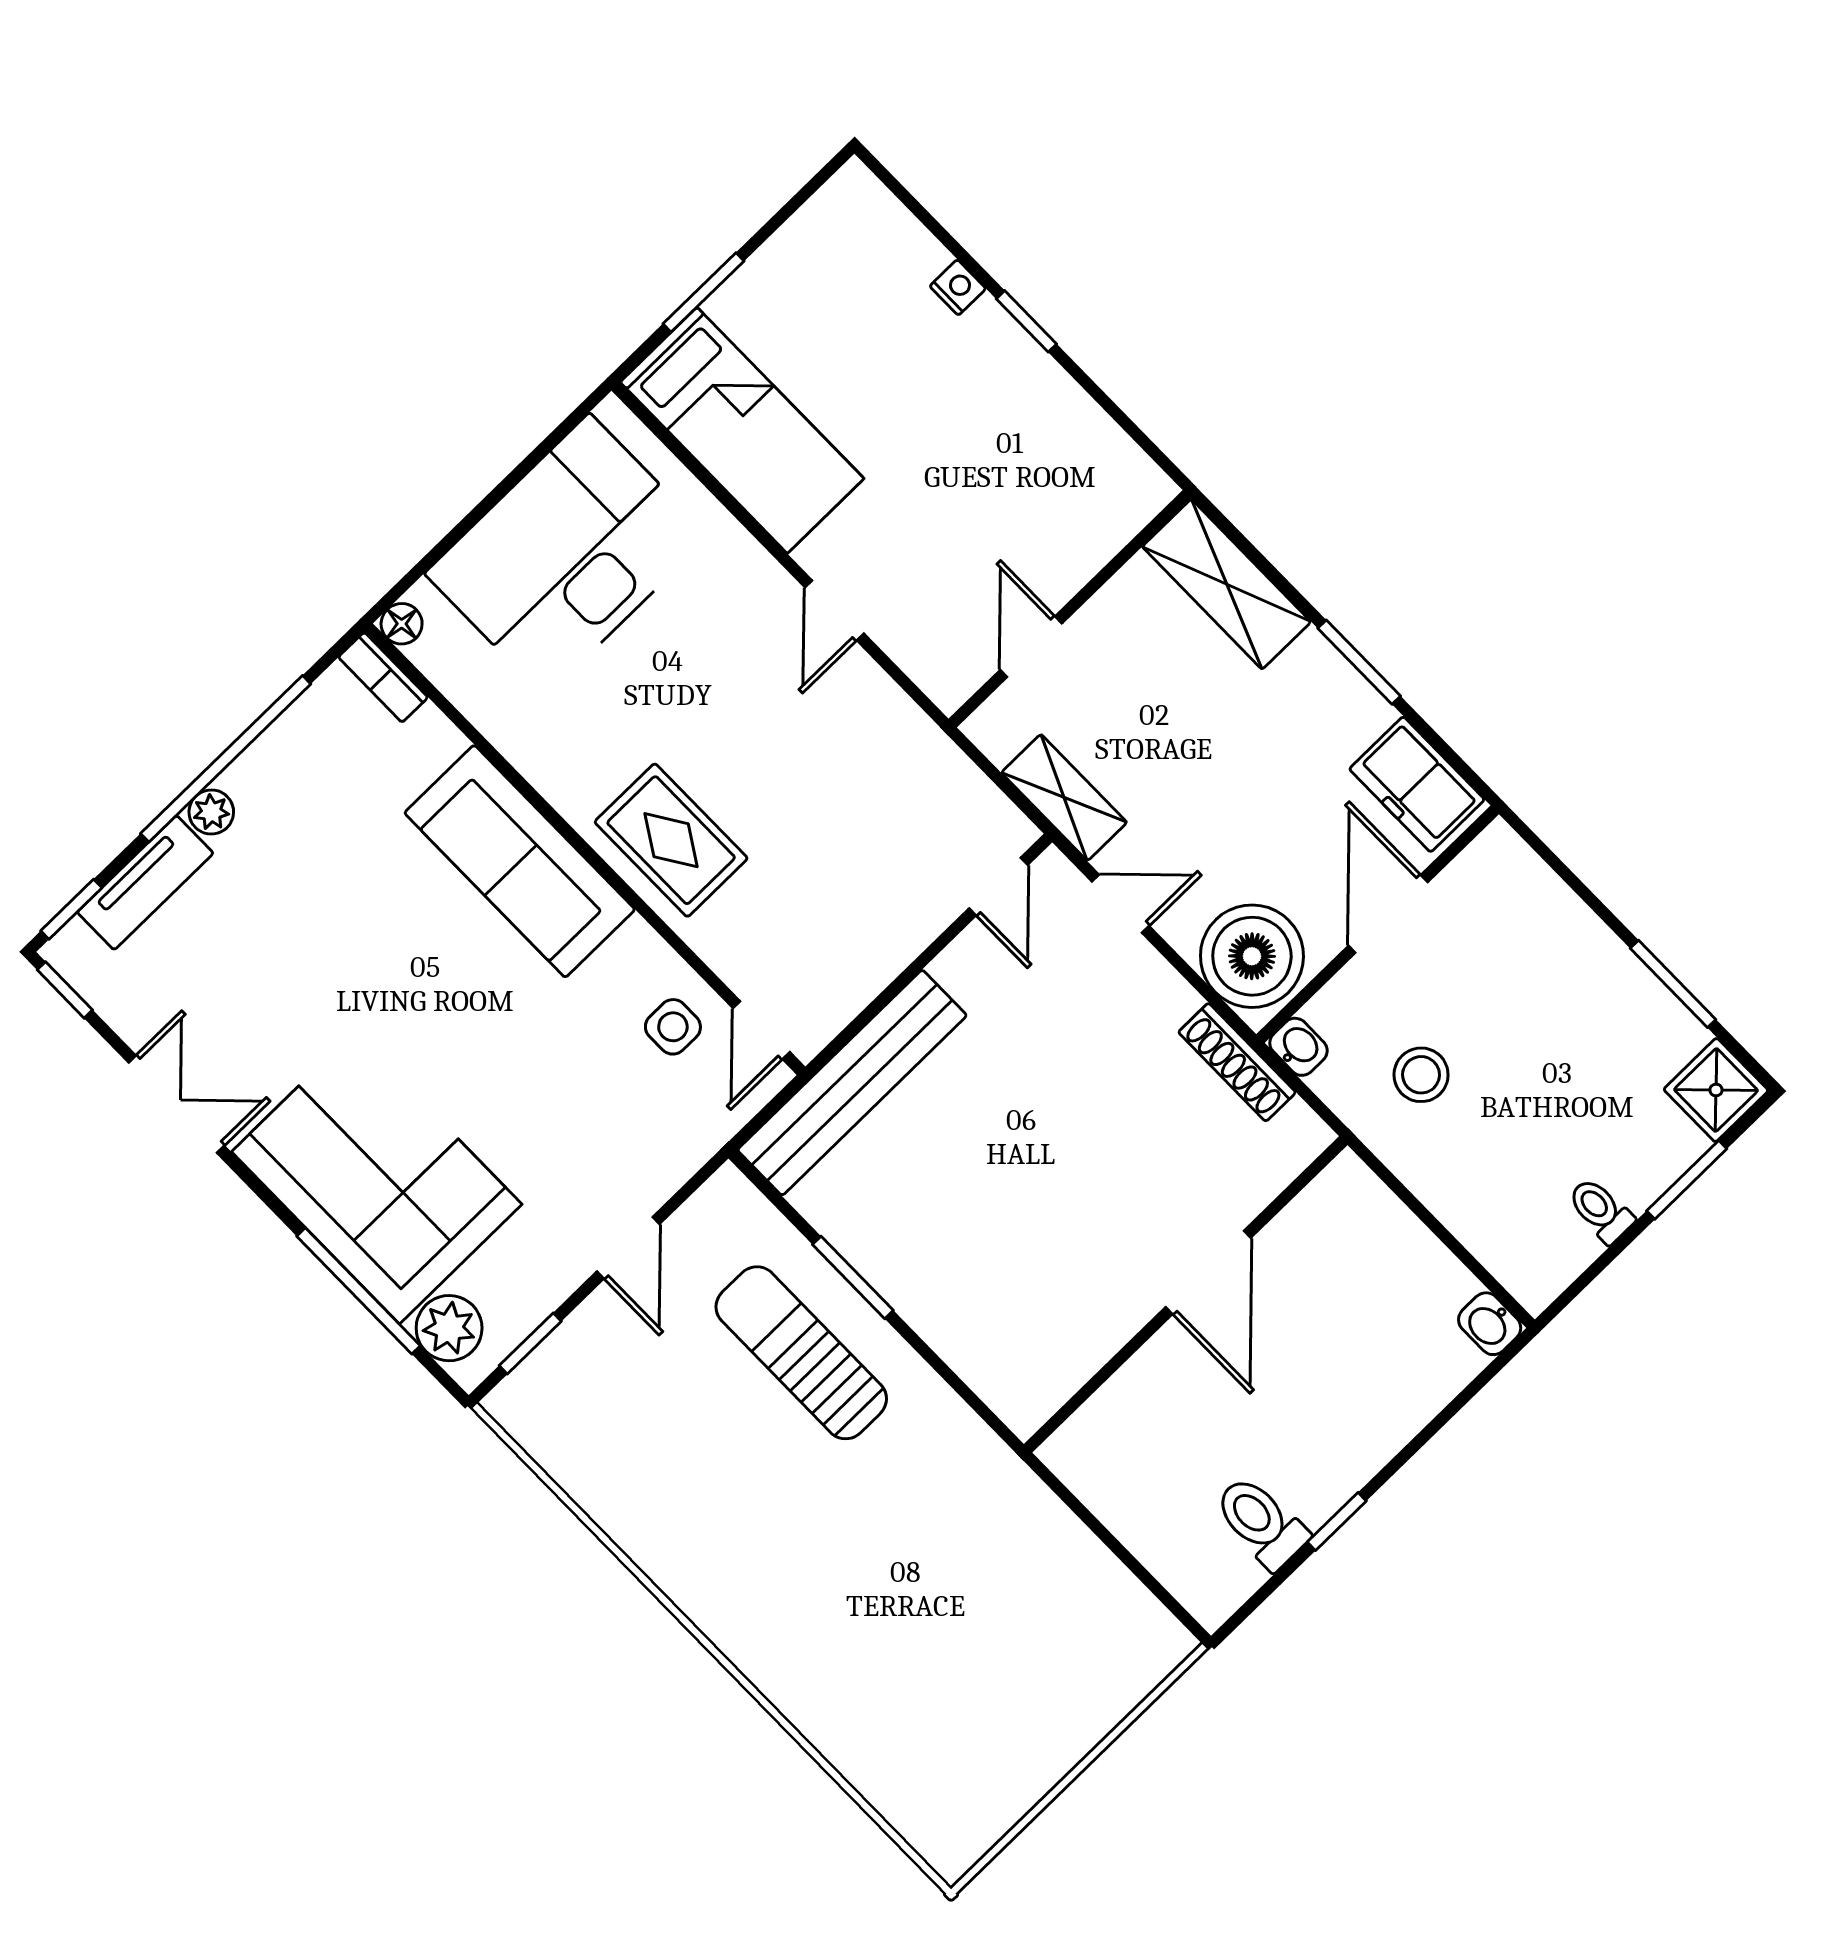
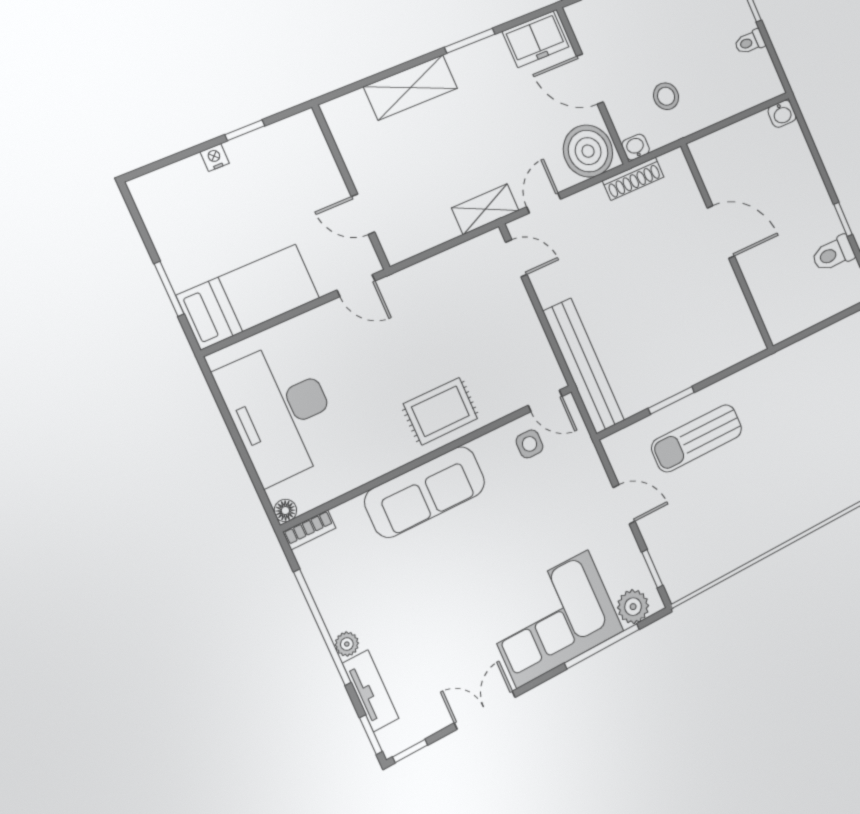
wall: (1070, 609) -> (351, 187), moved
door: (1031, 647) -> (363, 214), moved

